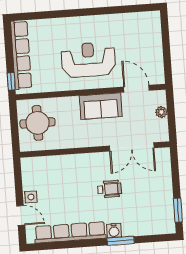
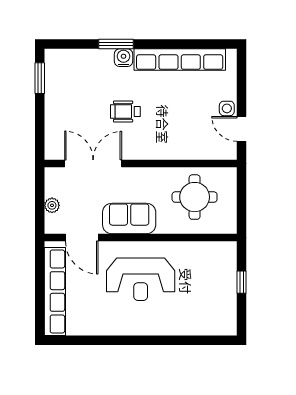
row of seats: (21, 55) -> (55, 291), moved, turned 180
window: (11, 81) -> (242, 282), moved
round table: (37, 123) -> (195, 197), moved
door: (21, 215) -> (242, 129), moved

